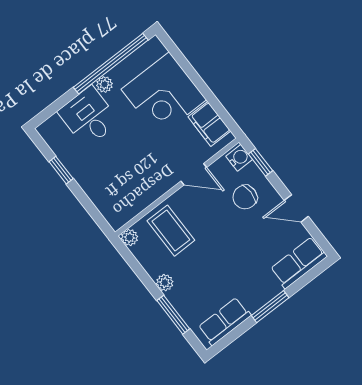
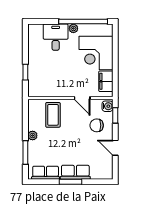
window: (61, 170) -> (25, 72), moved
plant: (130, 237) -> (32, 104), removed
row of seats: (299, 263) -> (75, 172), moved

